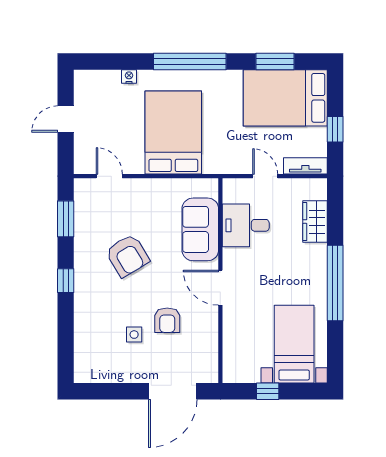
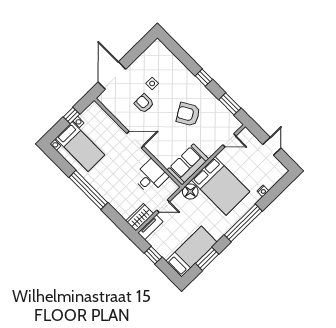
bed: (285, 98) -> (191, 252), width x0.67
floor lamp: (216, 161) -> (190, 191), added
wardrobe: (315, 222) -> (140, 217), moved, turned -90
sofa: (200, 229) -> (188, 164), moved, turned -90

